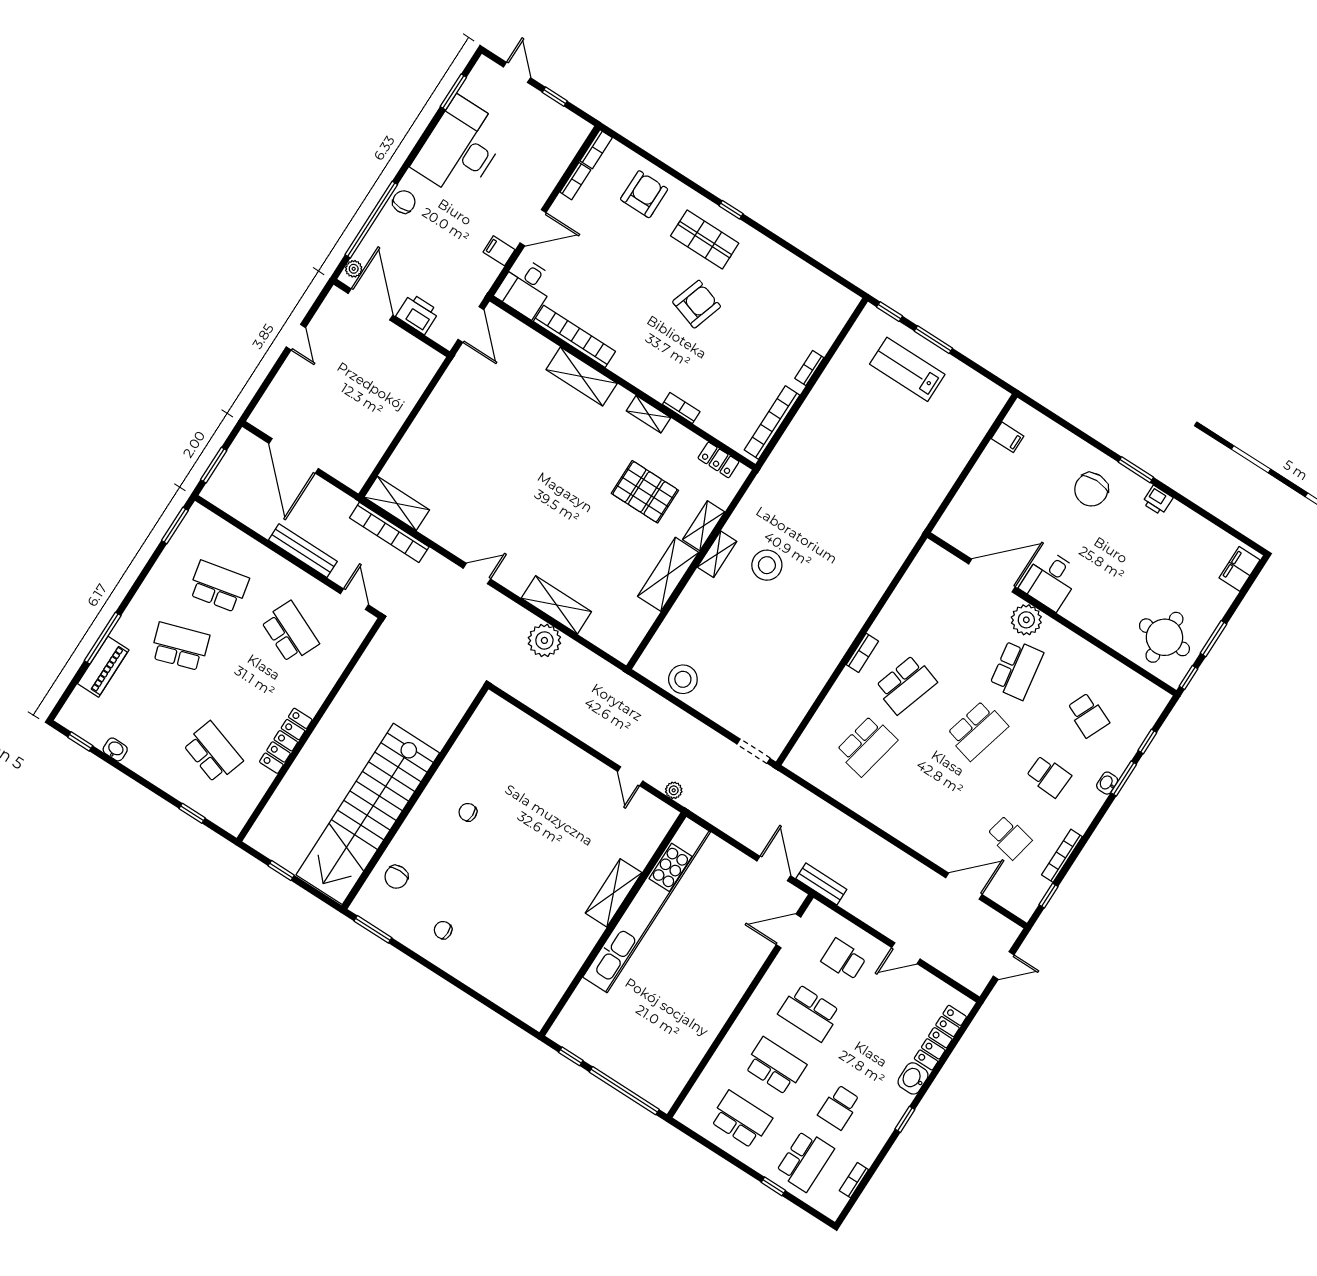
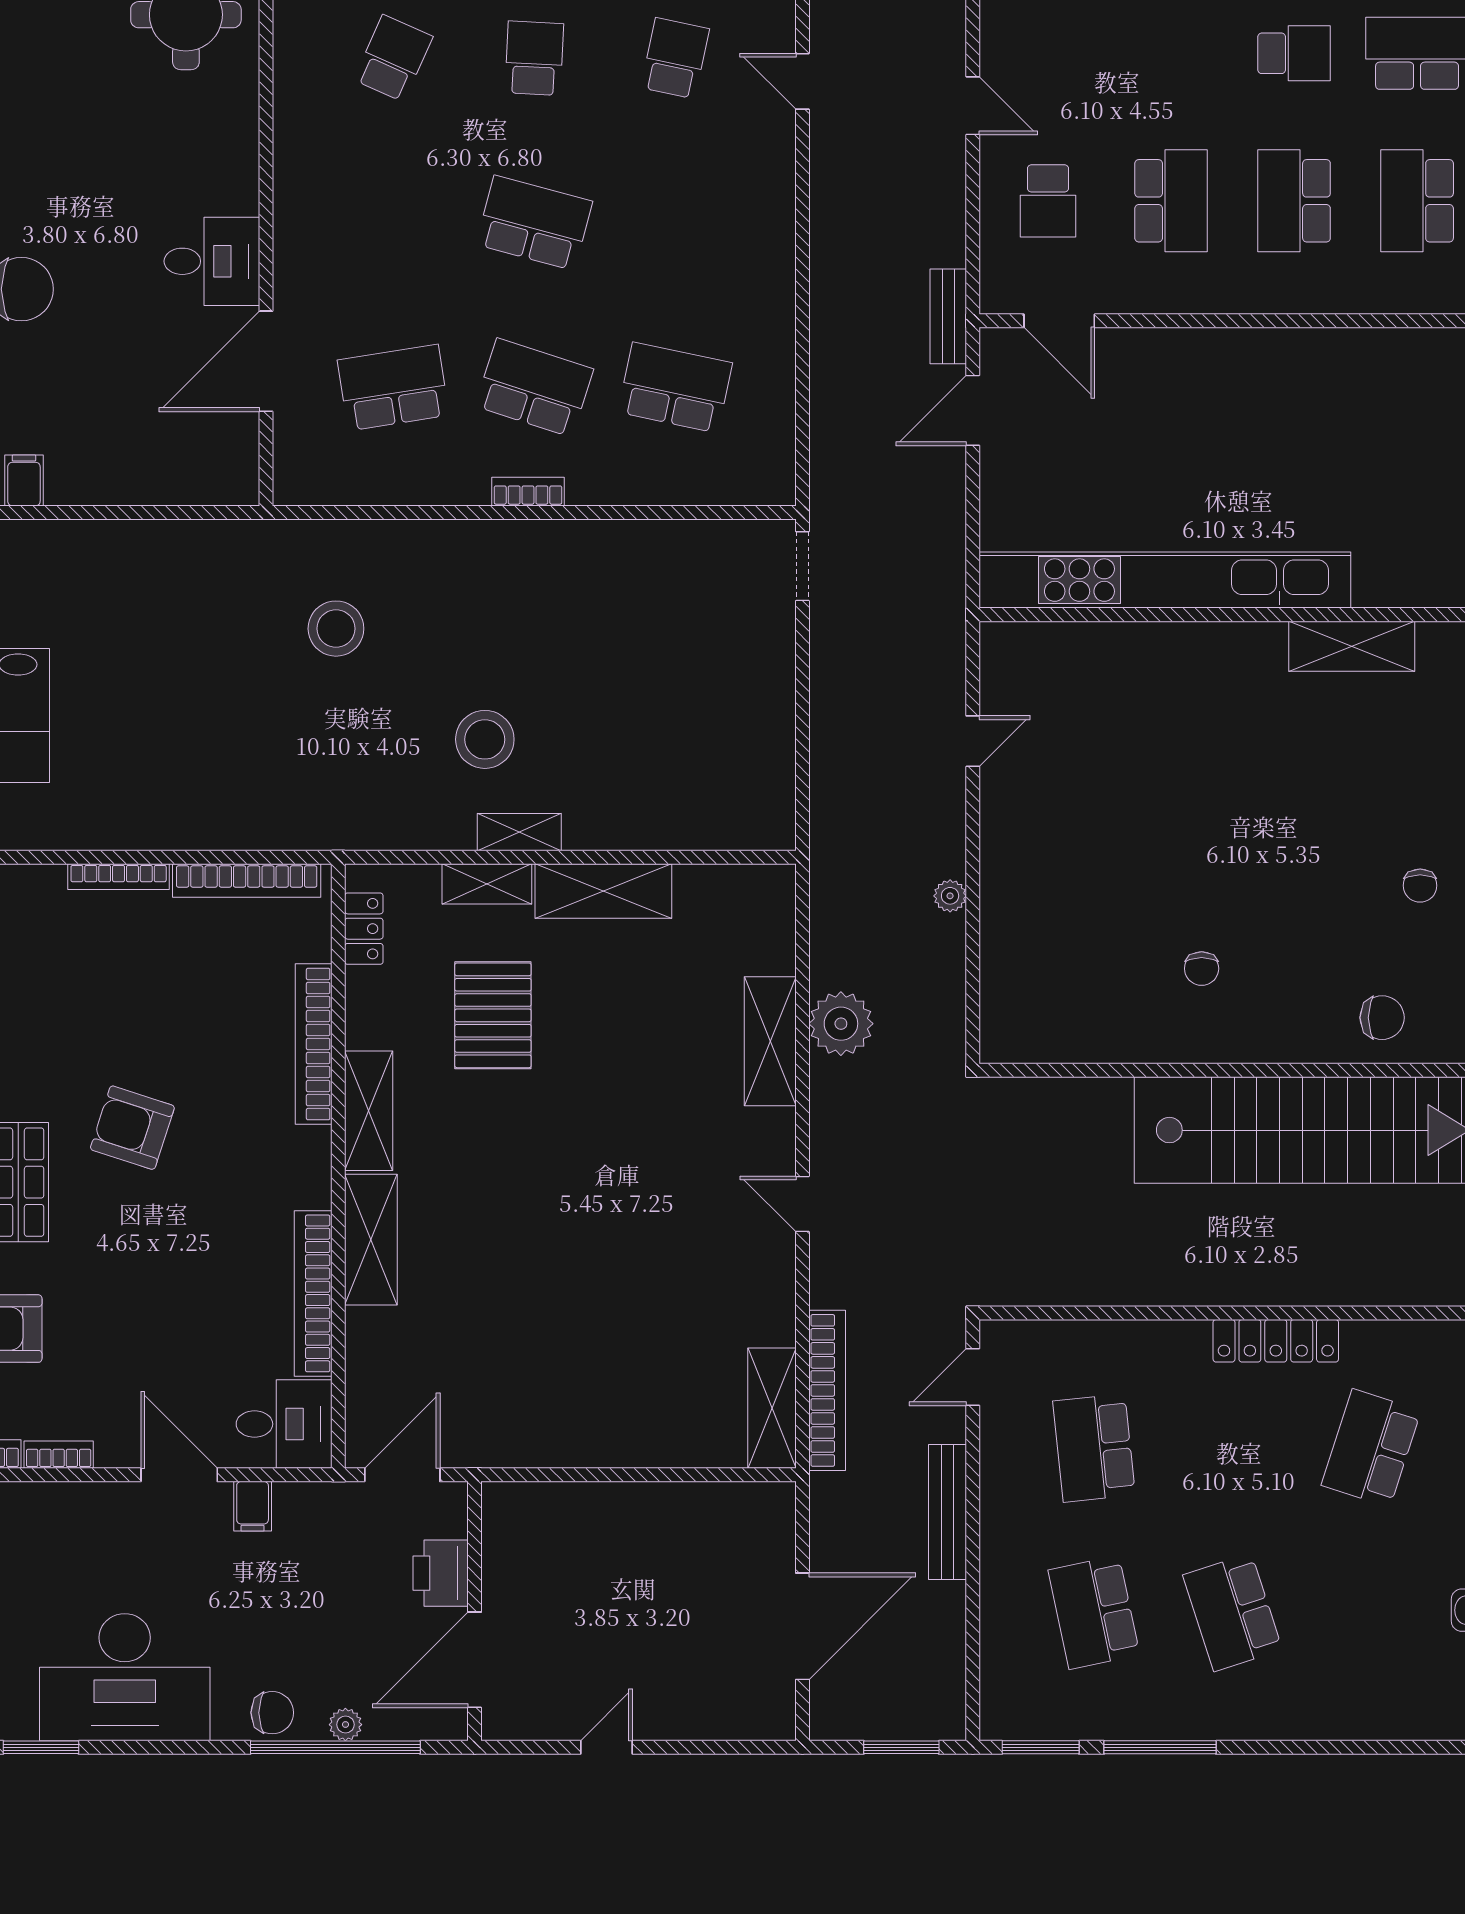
chair: (404, 202) -> (272, 1713), turned 180
plant: (354, 269) -> (345, 1725), moved
bookcase: (809, 368) -> (119, 877), width x1.56
bookcase: (681, 408) -> (314, 1044), width x2.31, depth x1.31
shelving: (648, 414) -> (369, 1111), width x1.50, depth x1.33
door: (992, 575) -> (266, 361), hinge flipped
plant: (1026, 620) -> (302, 259), removed
school desk: (290, 632) -> (1094, 1448), turned -30
window: (103, 638) -> (1160, 1747), moved
piano: (103, 667) -> (1346, 1716), removed
school desk: (1016, 669) -> (393, 388), moved
stool: (683, 679) -> (336, 629), moved
plant: (674, 790) -> (950, 896), moved
door: (964, 886) -> (802, 81), width x0.73
shelving: (614, 893) -> (1352, 646), moved

